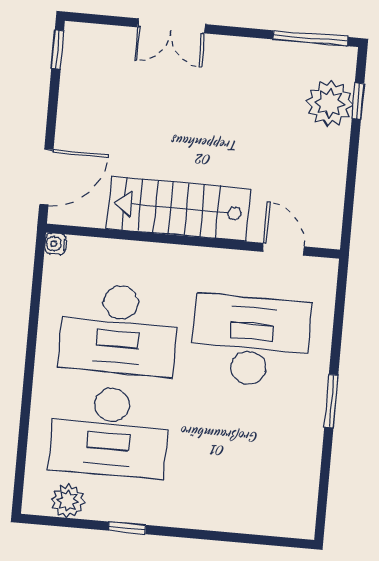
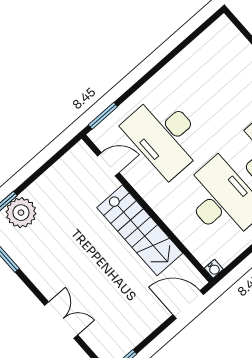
door: (283, 249) -> (108, 164), swing flipped
window: (331, 401) -> (103, 116), moved

